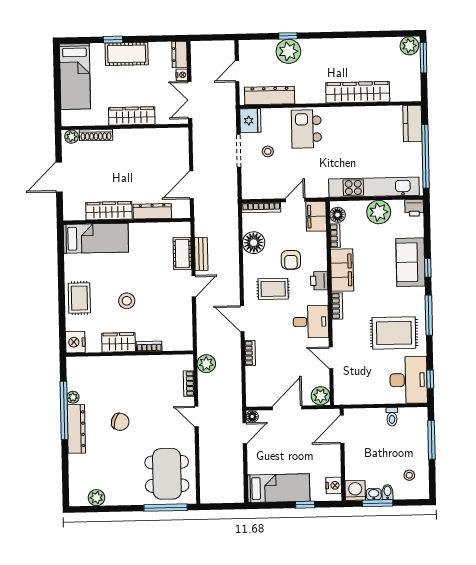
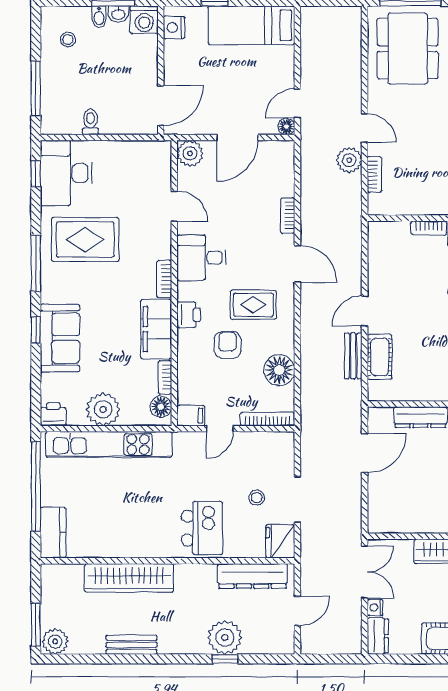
bench: (355, 45) -> (132, 645), added
filing cabinet: (316, 216) -> (191, 416), width x0.50
plant: (206, 364) -> (349, 160), moved

